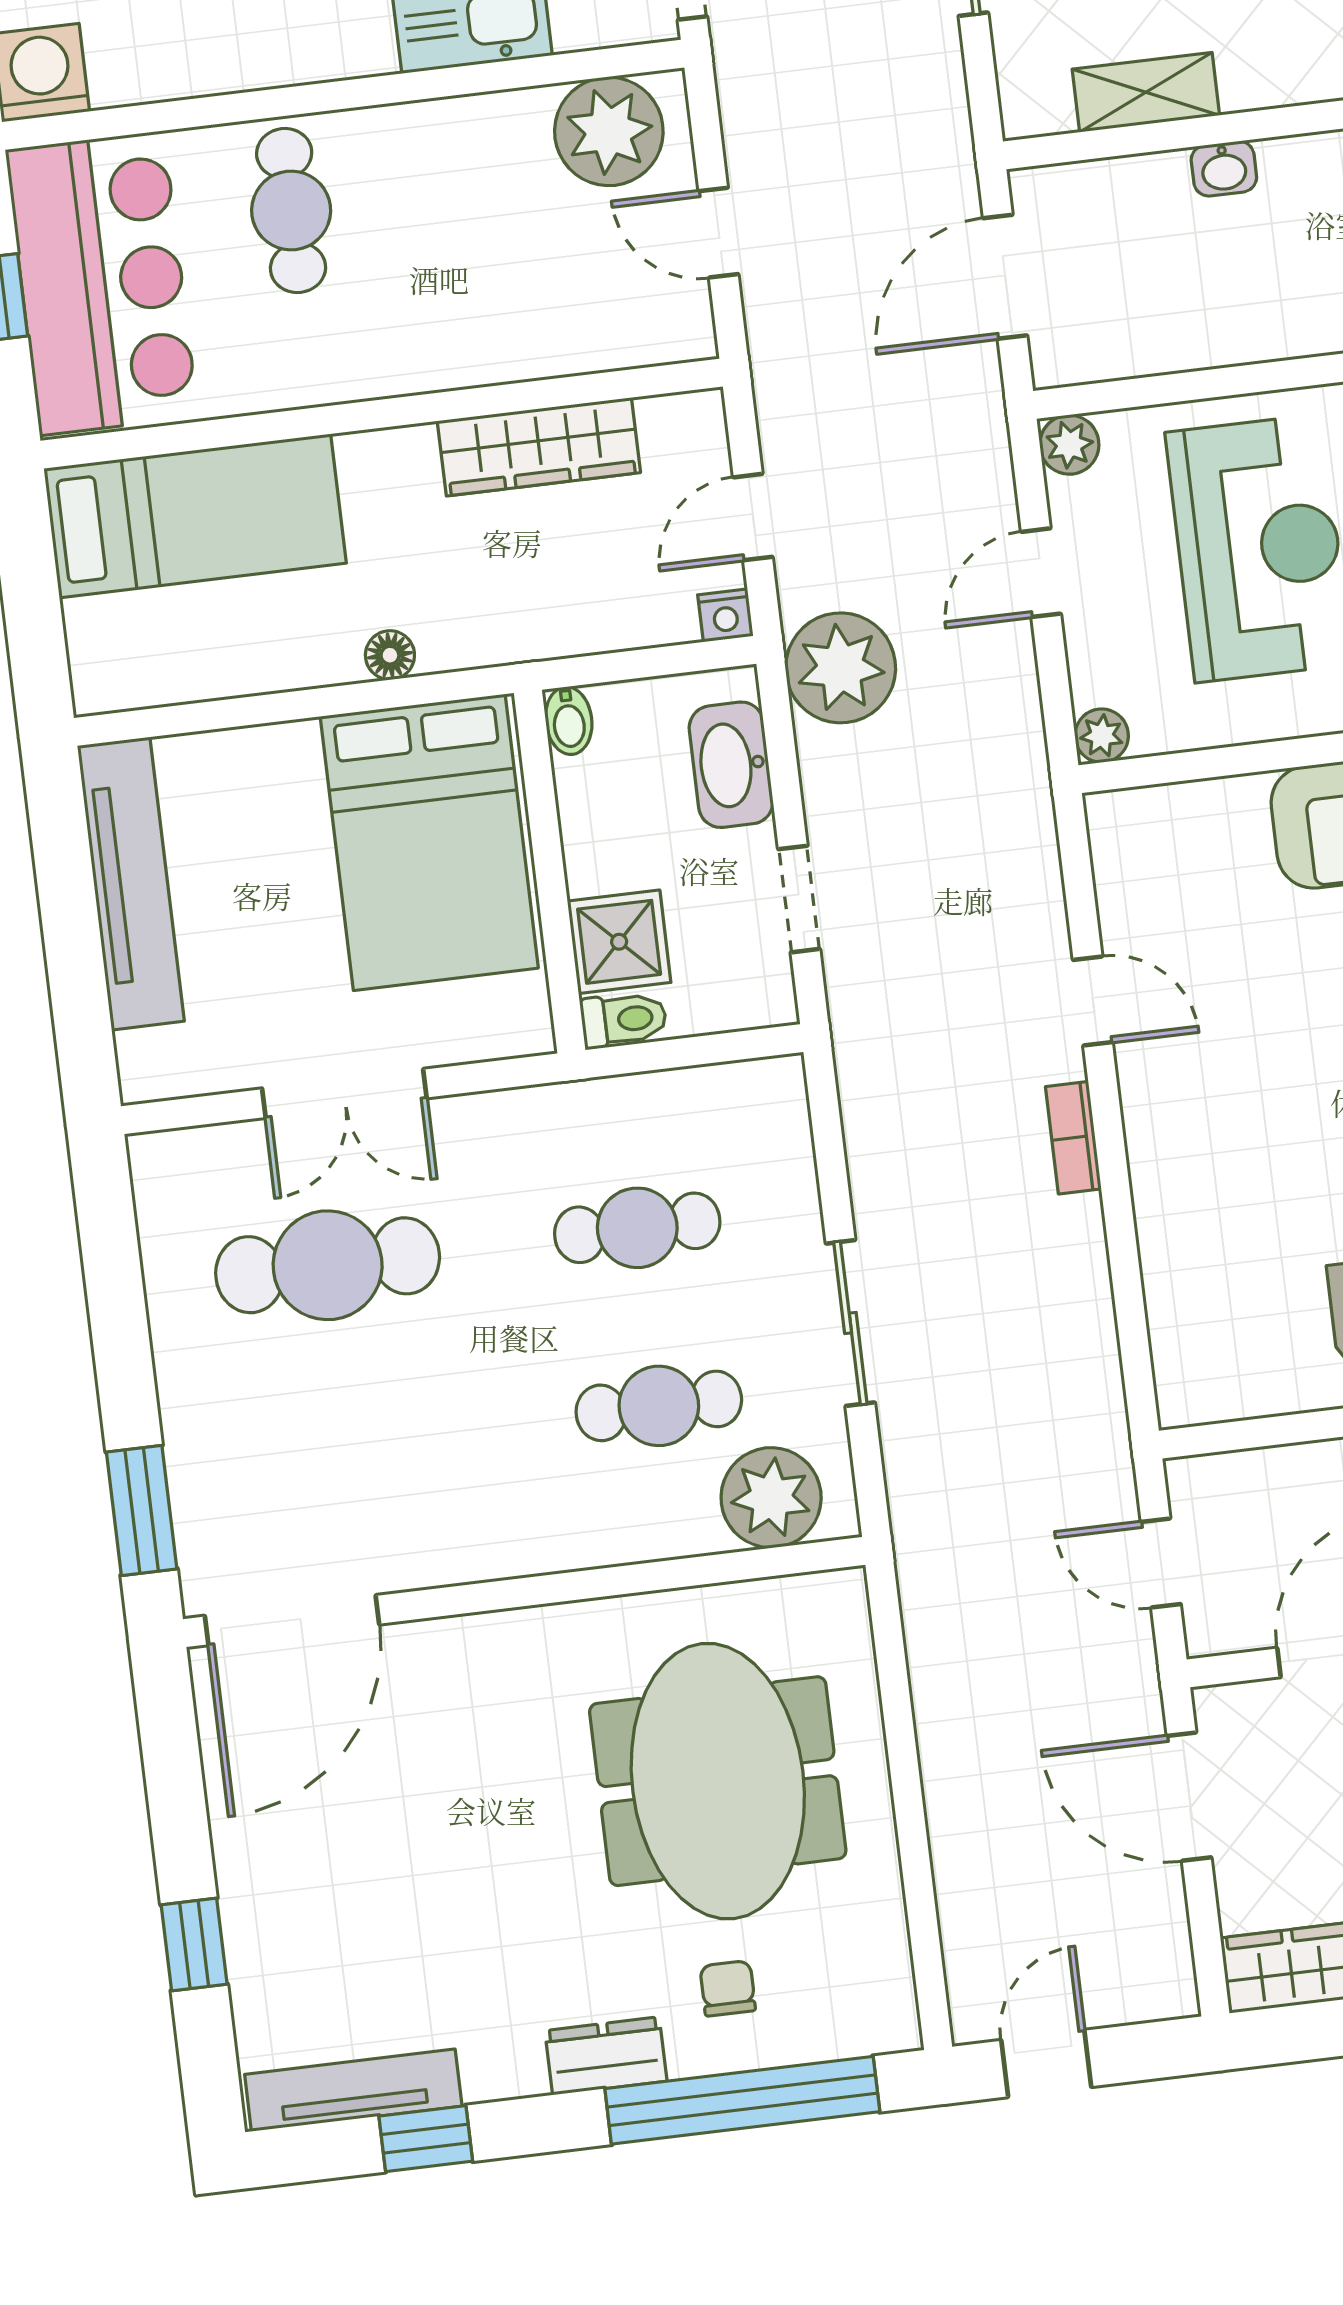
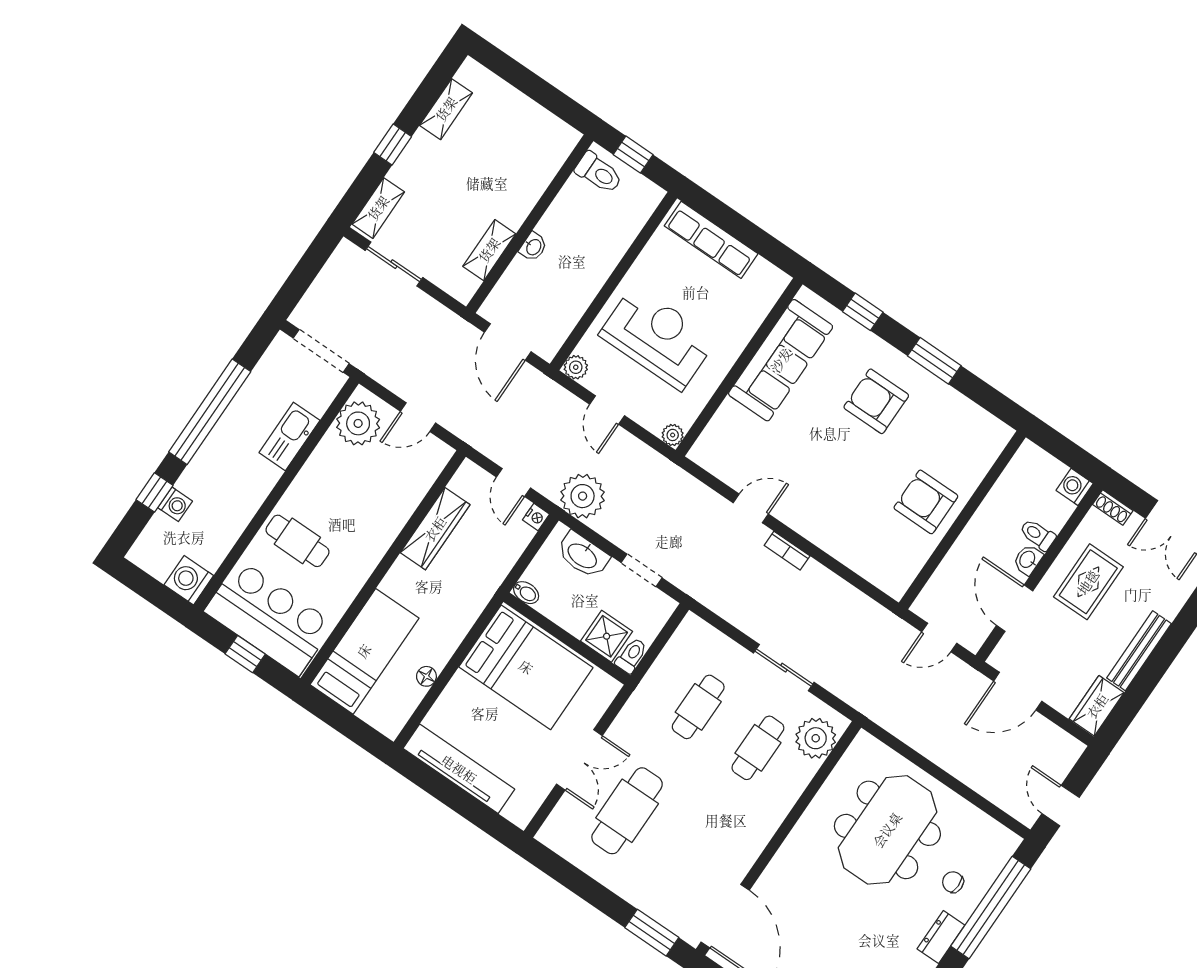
floor lamp: (390, 655) -> (426, 676), moved
meeting table: (718, 1781) -> (887, 830), turned 90

